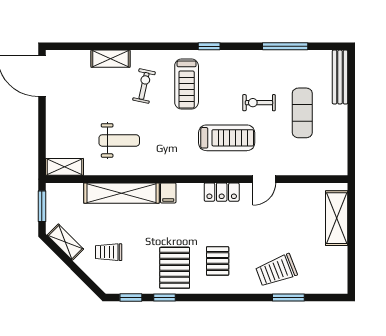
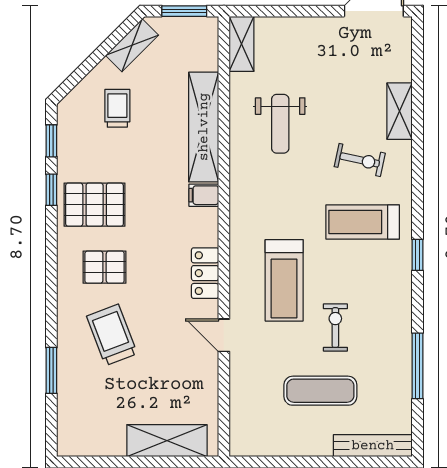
trolley: (276, 270) -> (112, 335), moved

